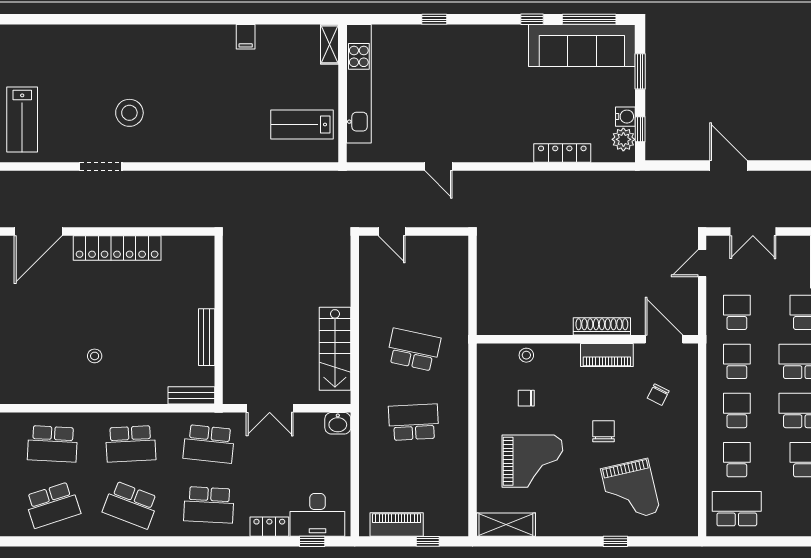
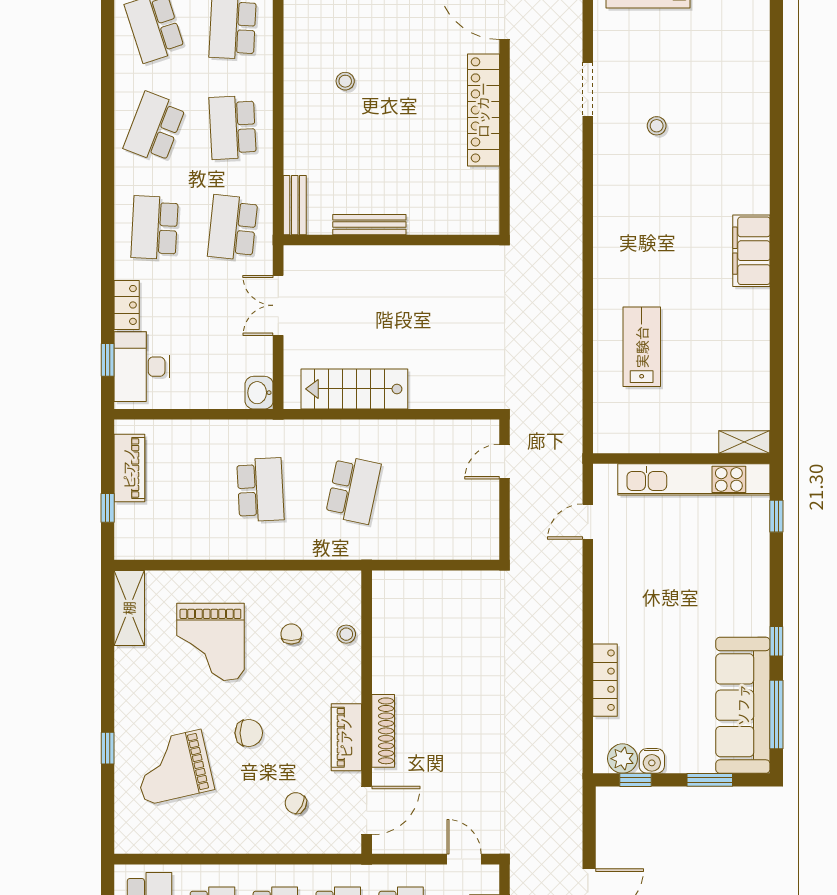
filing cabinet: (246, 37) -> (751, 251), width x3.00, depth x1.17
shelving: (330, 44) -> (744, 442), moved
kitchen unit: (359, 84) -> (694, 479), moved
wall: (343, 93) -> (681, 459), moved
stool: (129, 113) -> (657, 126), width x0.53, depth x0.53

